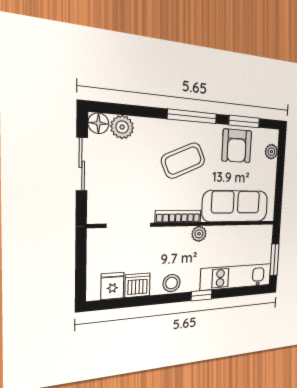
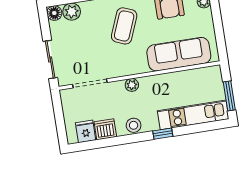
coffee table: (183, 161) -> (124, 26), turned -44
sliding door: (82, 164) -> (50, 59), moved
bookcase: (178, 216) -> (129, 71), removed
plant: (199, 234) -> (132, 85), moved

